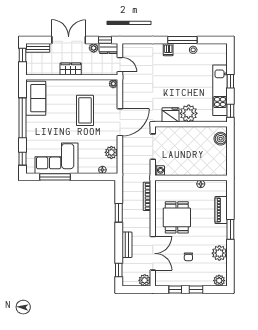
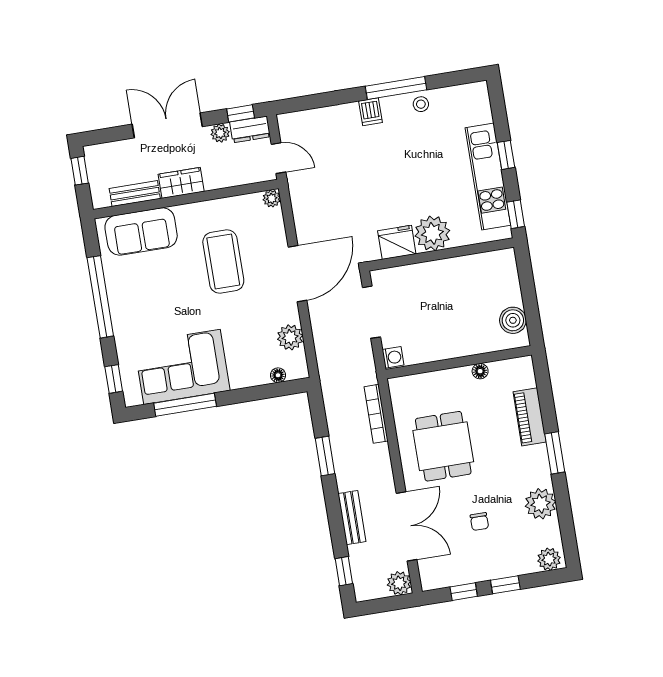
bench: (38, 48) -> (135, 194), moved
sofa: (36, 98) -> (141, 231), moved, turned 90
boiler: (221, 139) -> (513, 320), moved

